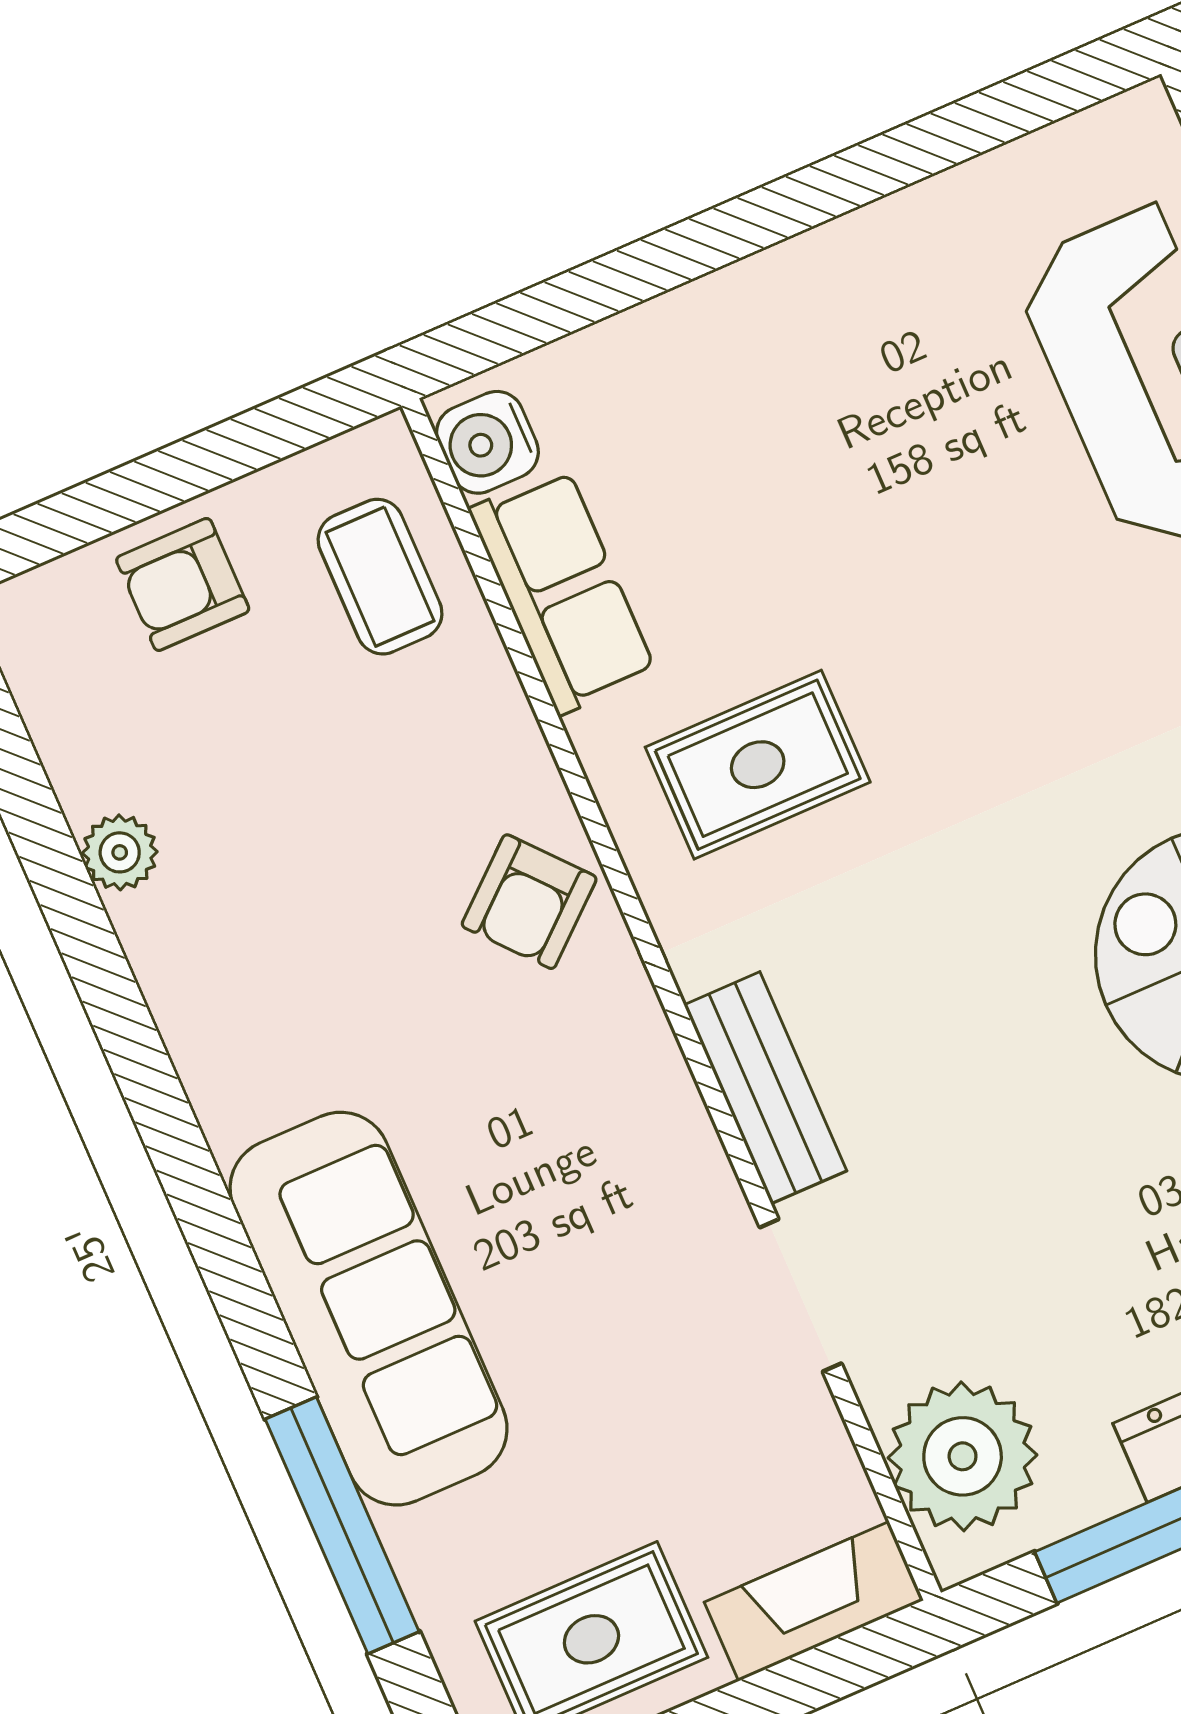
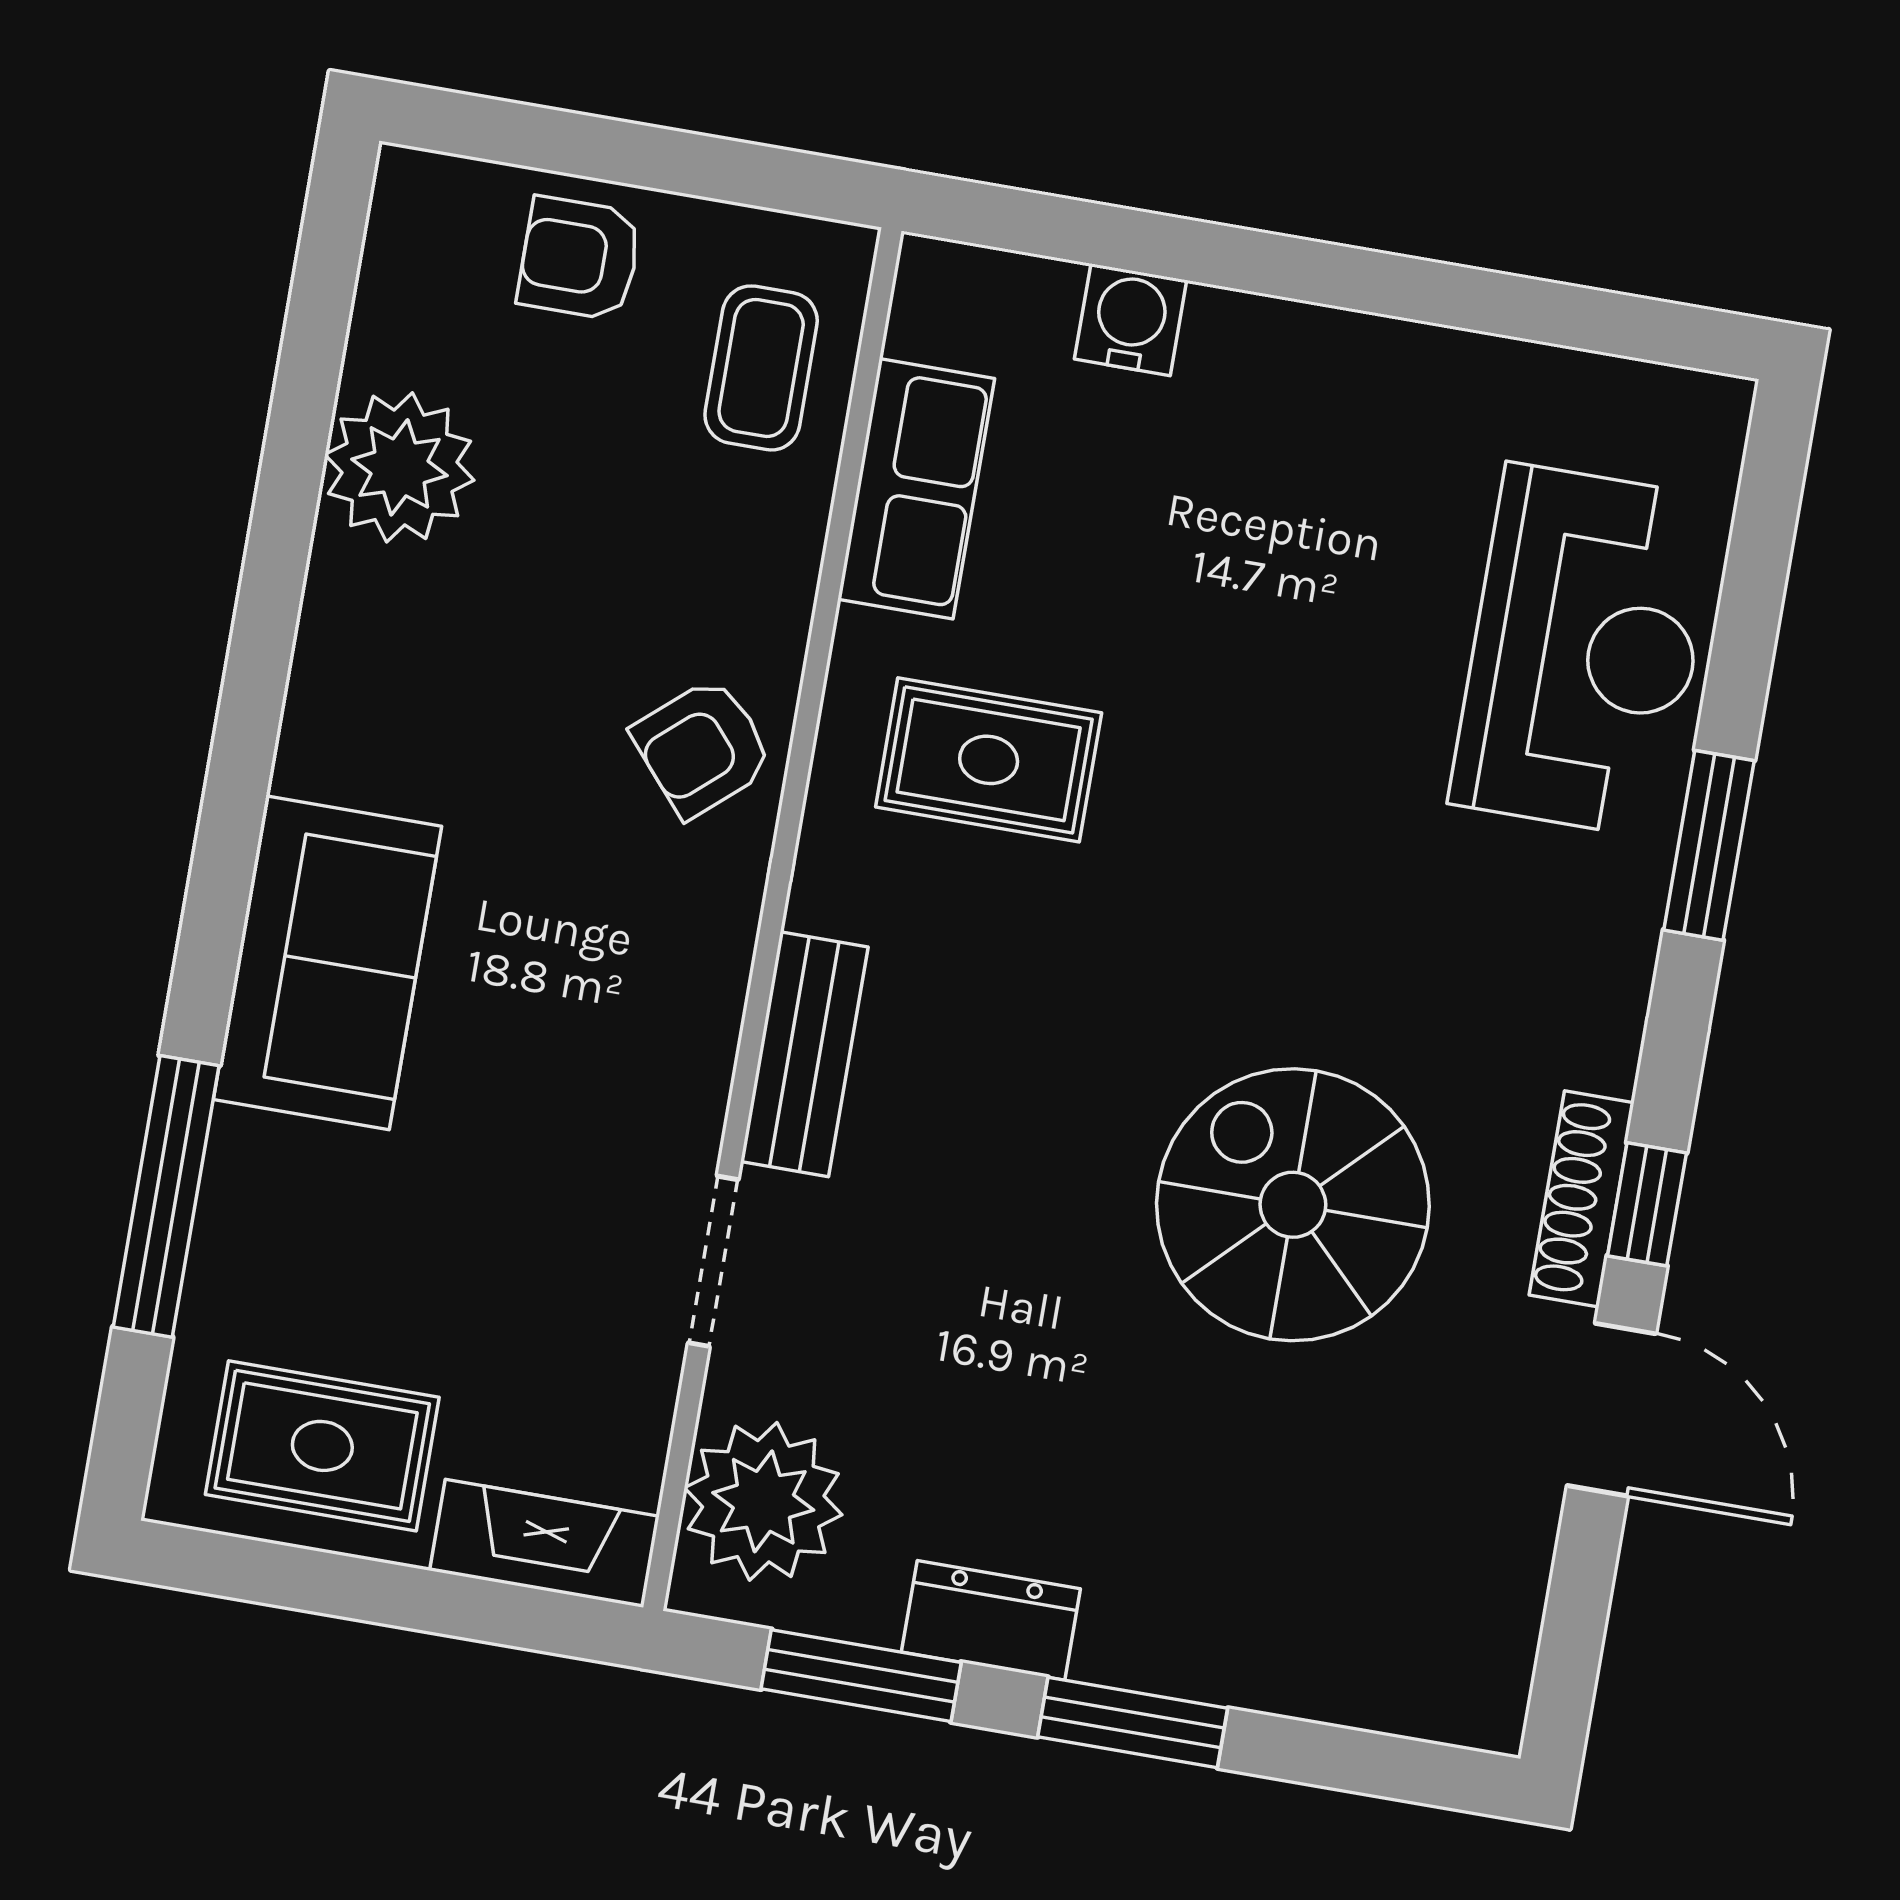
water cooler: (487, 442) -> (1131, 320), moved, turned 90
plant: (120, 852) -> (399, 467), width x1.88, depth x1.88
sofa: (369, 1309) -> (327, 963), width x0.73

